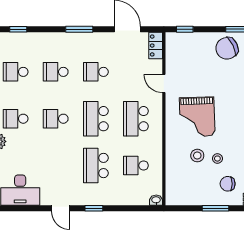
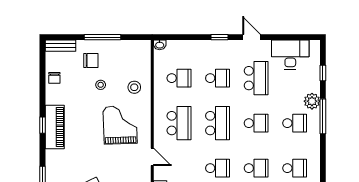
stool: (197, 156) -> (134, 87), moved
school desk: (56, 165) -> (256, 78), added
school desk: (96, 165) -> (218, 78), width x0.54
window: (215, 208) -> (103, 37), width x1.44

